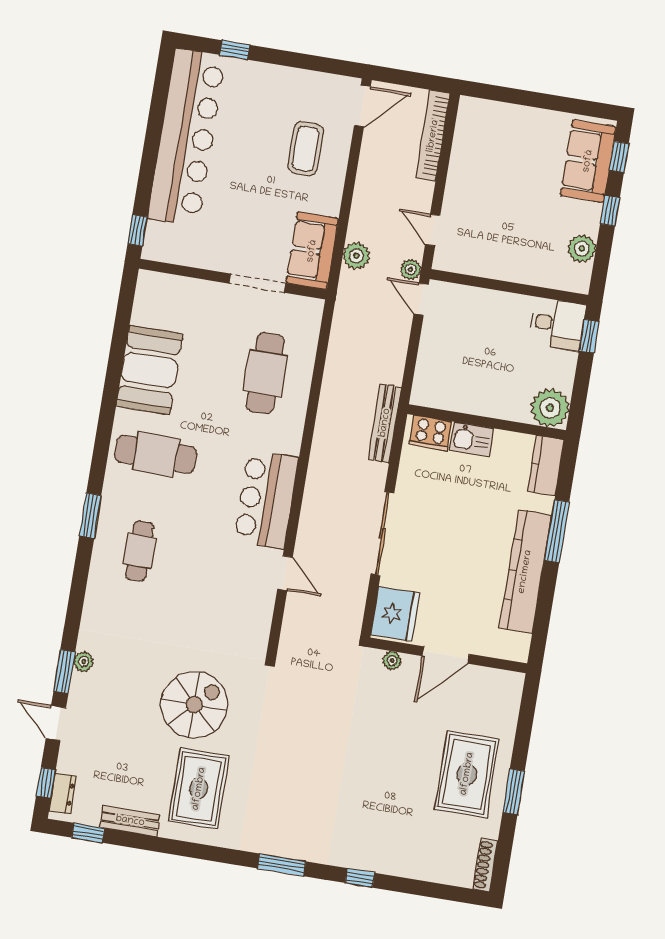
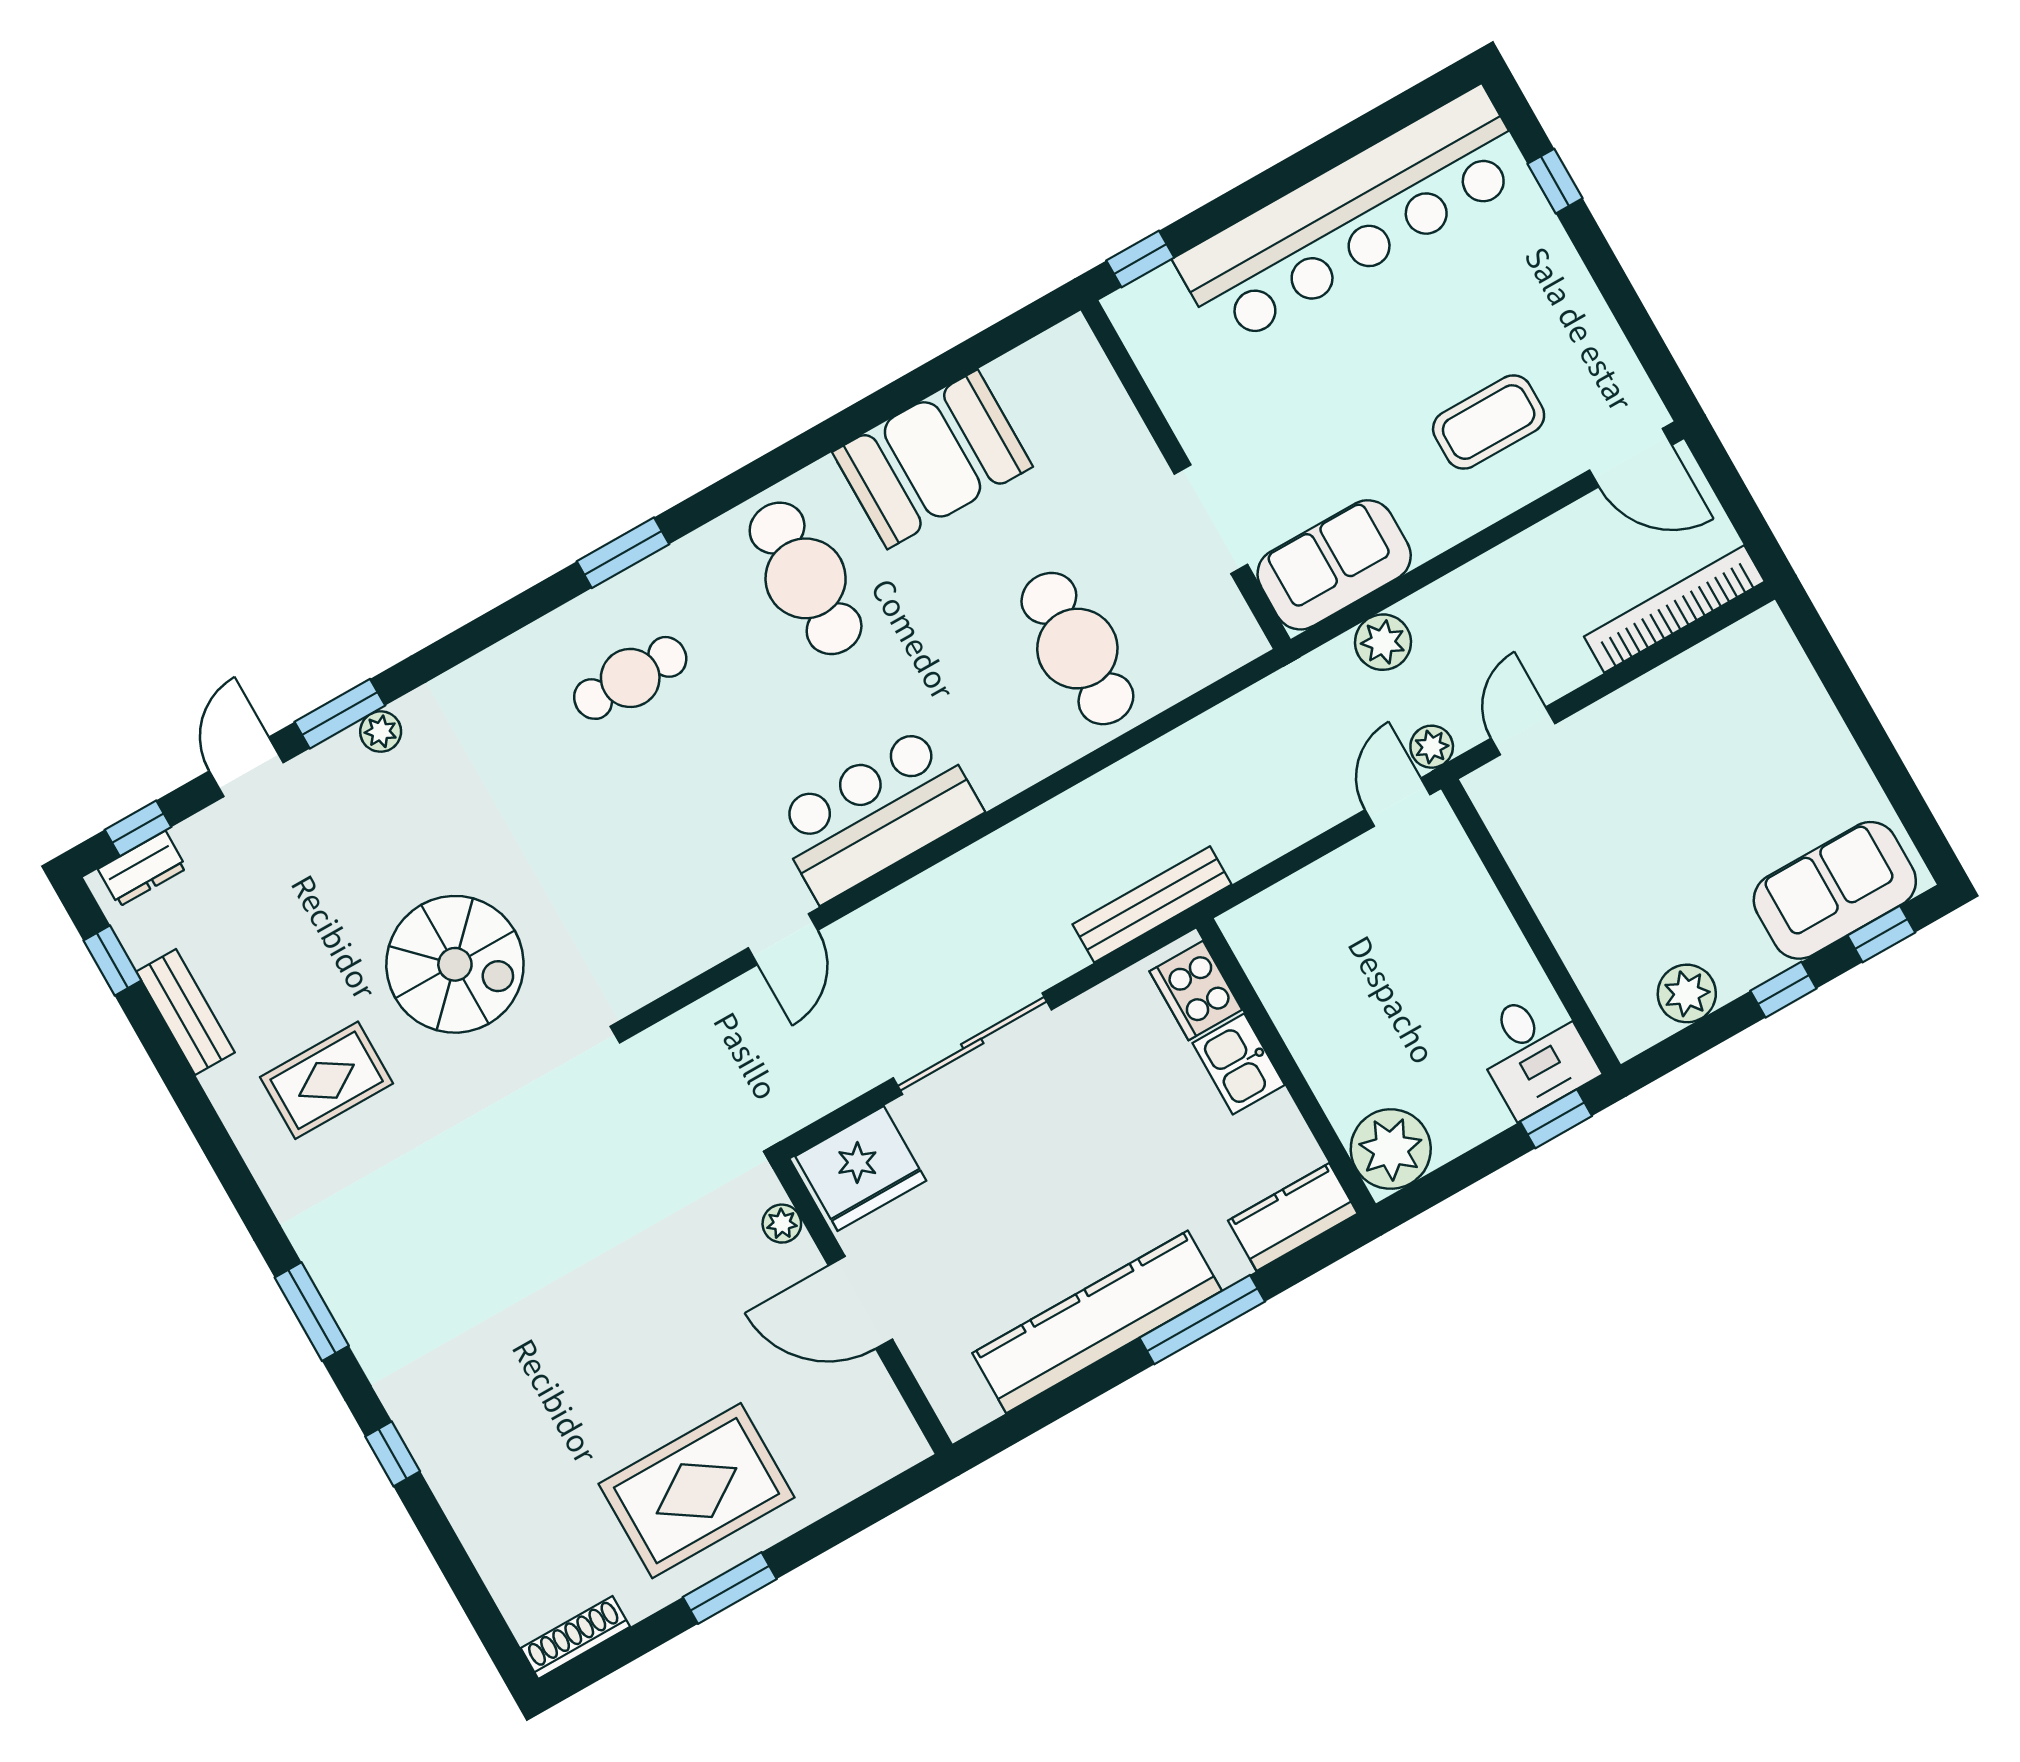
cafe table: (265, 373) -> (1077, 649), turned 90
rug: (199, 789) -> (327, 1080), width x0.73, depth x0.70

